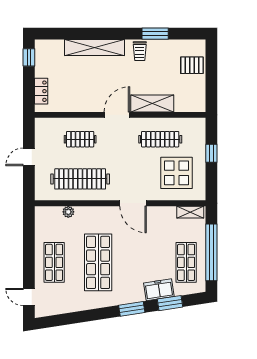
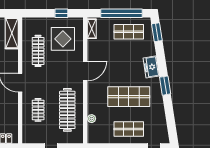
shelving: (152, 103) -> (12, 33), moved
window: (211, 153) -> (61, 13), moved
freezer: (159, 290) -> (151, 67), moved
window: (170, 303) -> (157, 32), moved
window: (132, 309) -> (165, 86), moved

